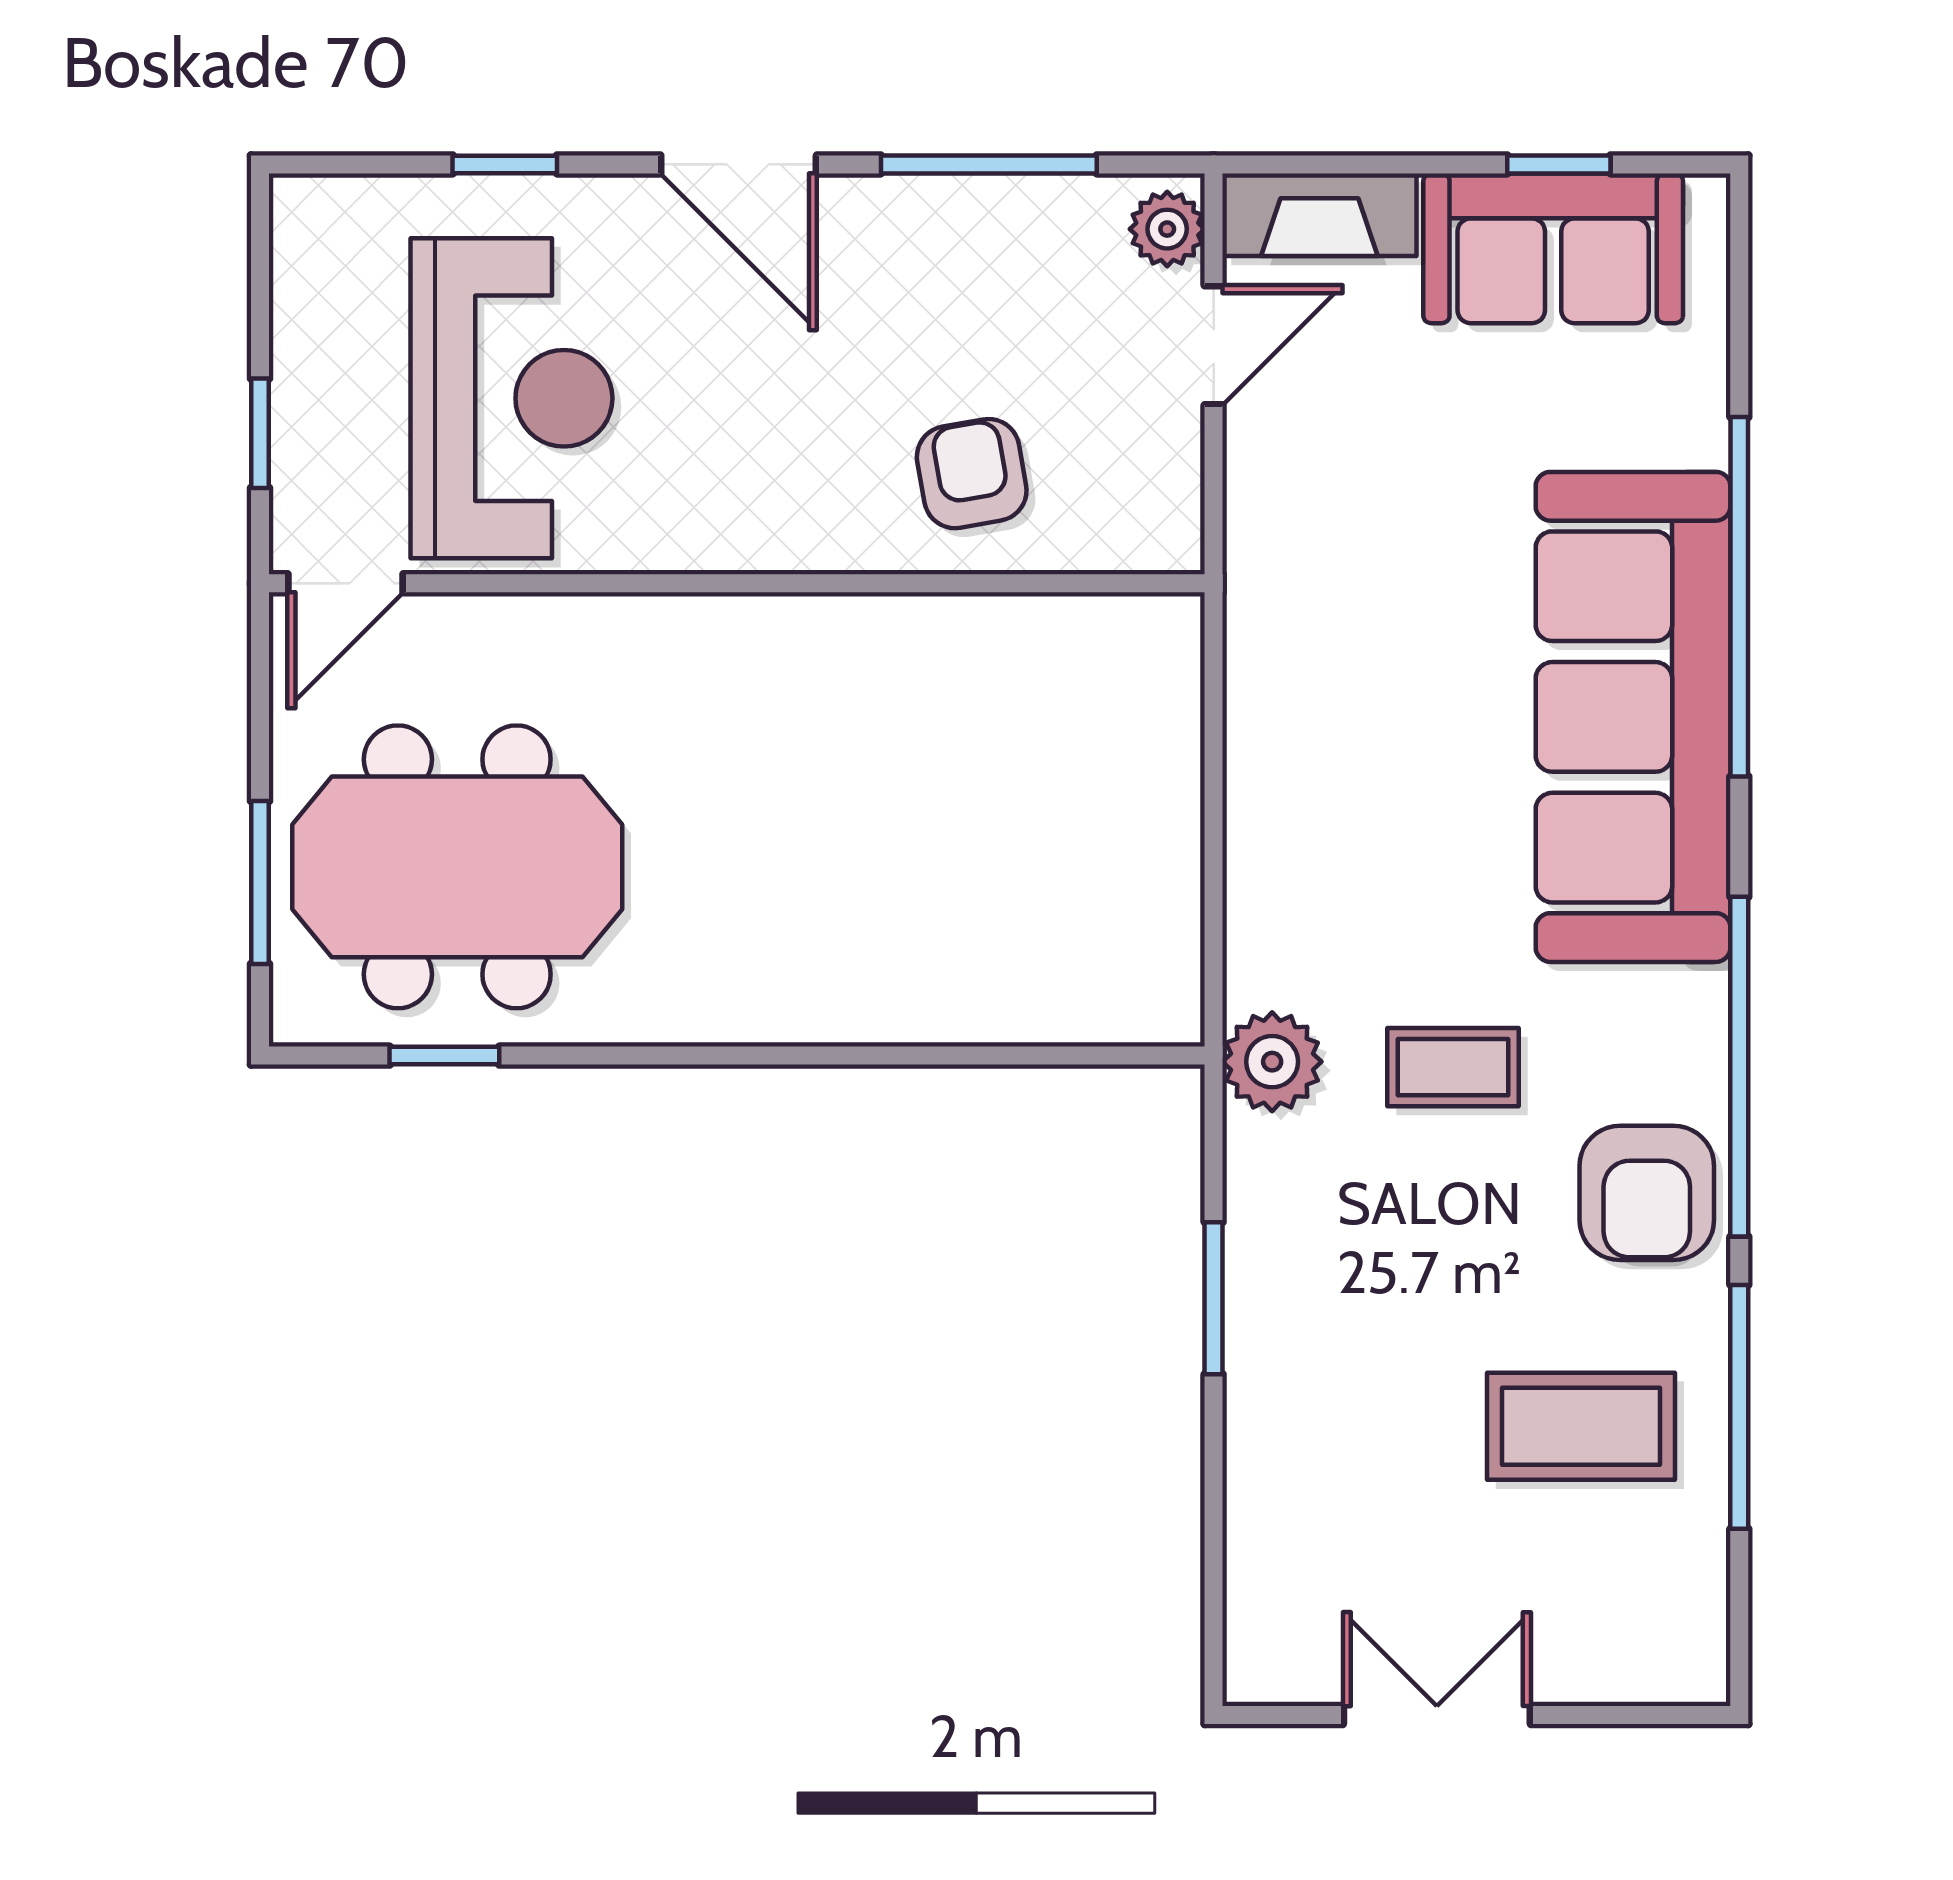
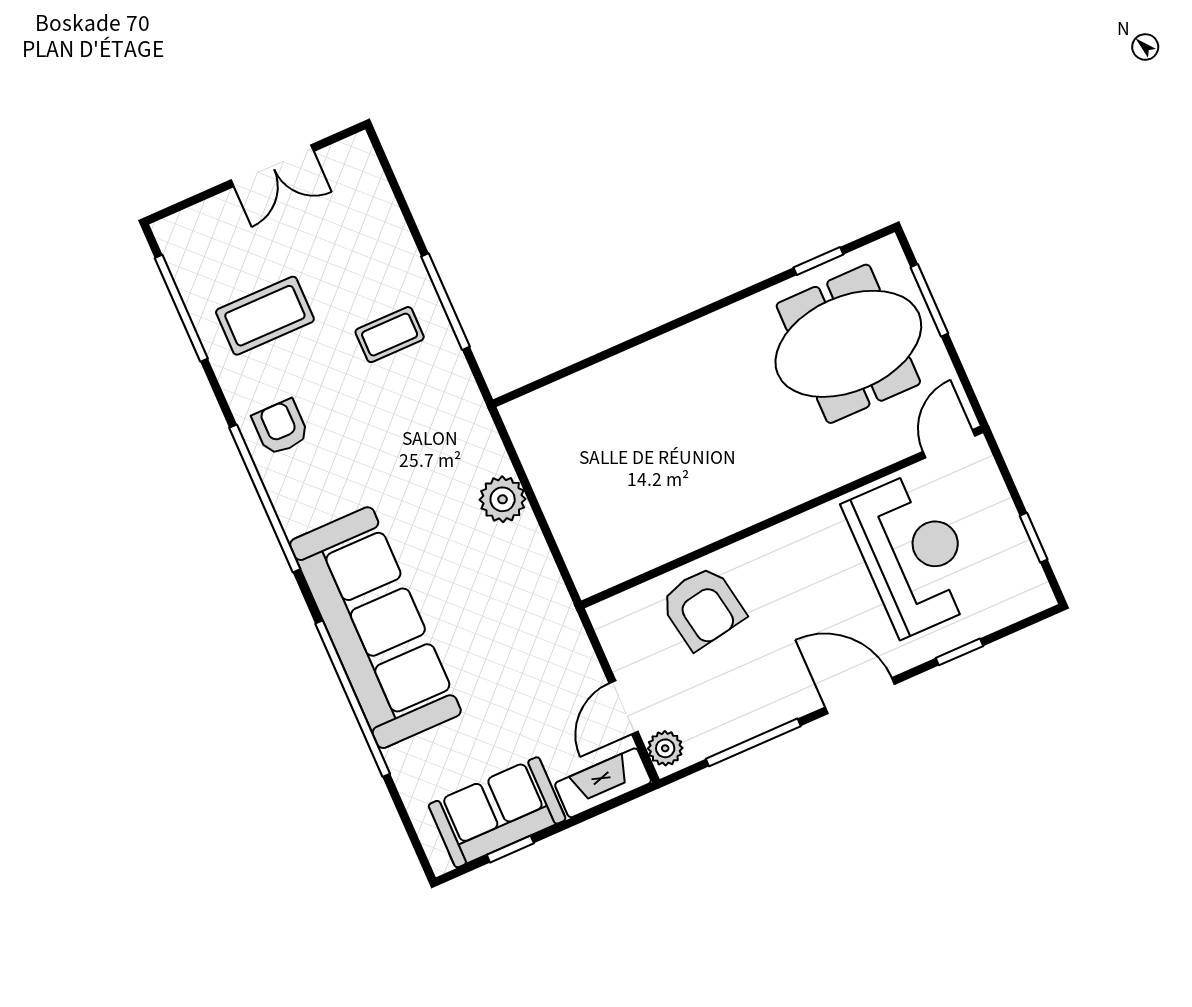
reception desk: (512, 398) -> (913, 554), turned 180
window: (260, 433) -> (1034, 538), moved
armchair: (972, 474) -> (703, 608), width x1.38, depth x1.38
plant: (1272, 1062) -> (503, 499), moved
coffee table: (1453, 1067) -> (390, 335), moved
armchair: (1647, 1193) -> (281, 427), width x0.72, depth x0.72
window: (1214, 1298) -> (445, 302), width x1.44
window: (1739, 1407) -> (181, 308), moved

